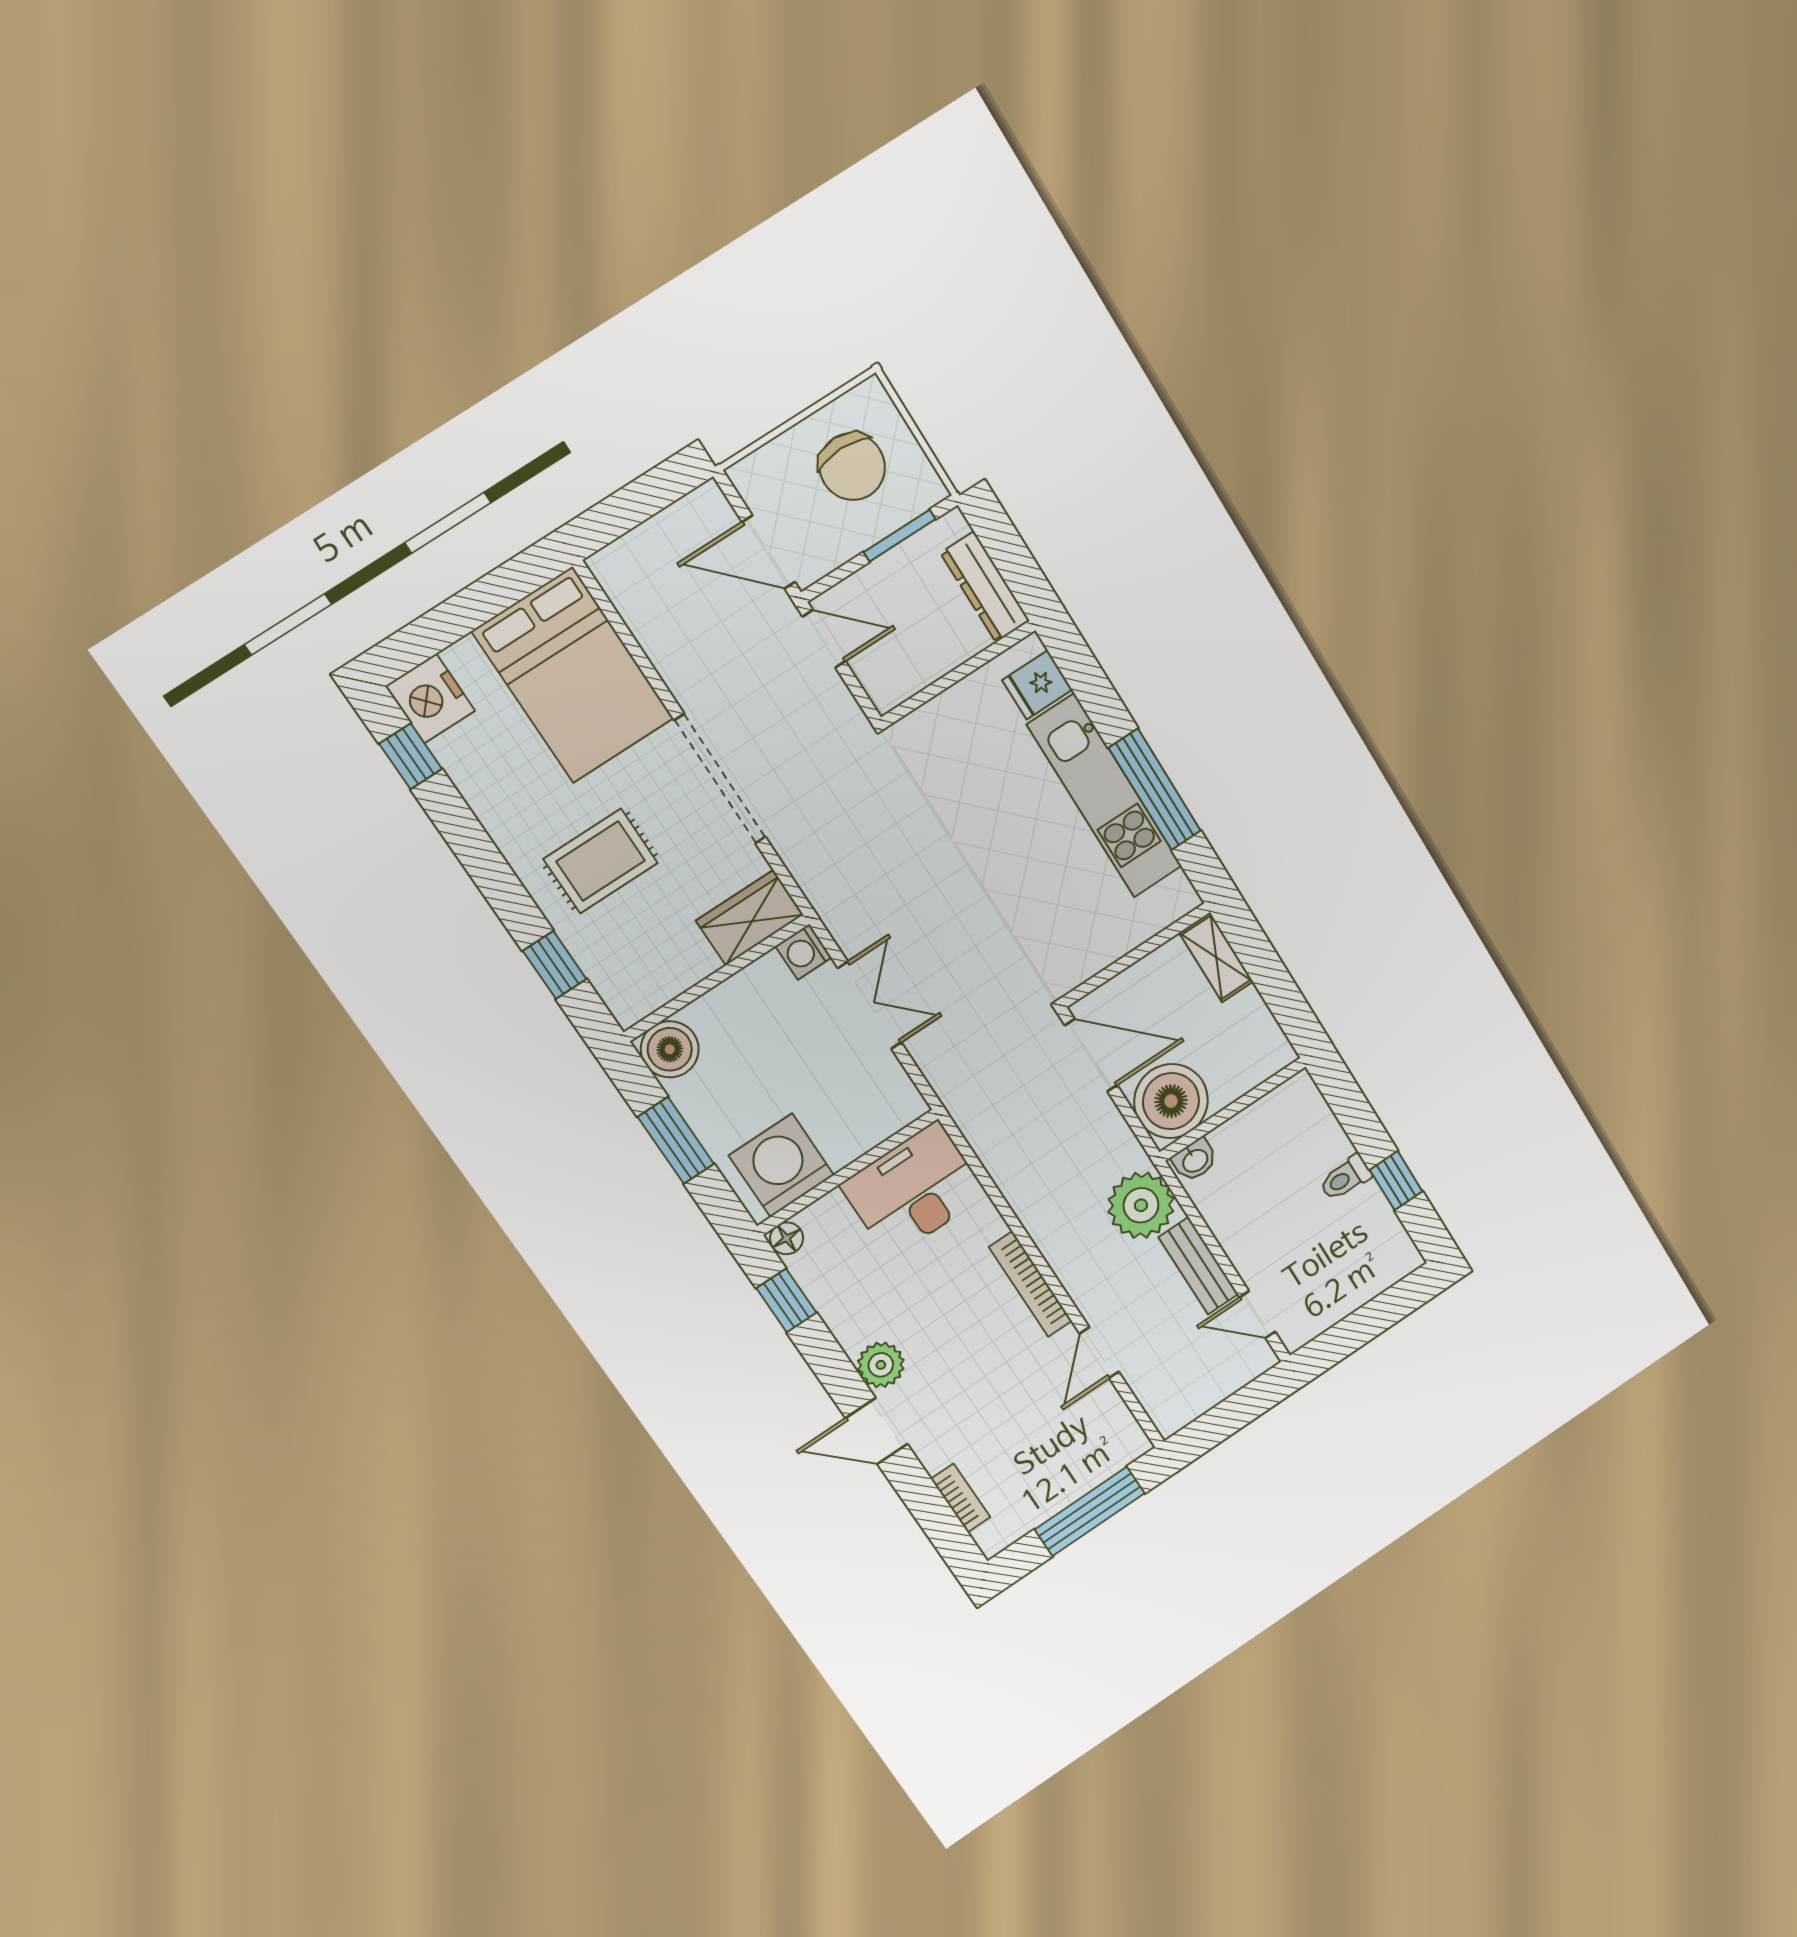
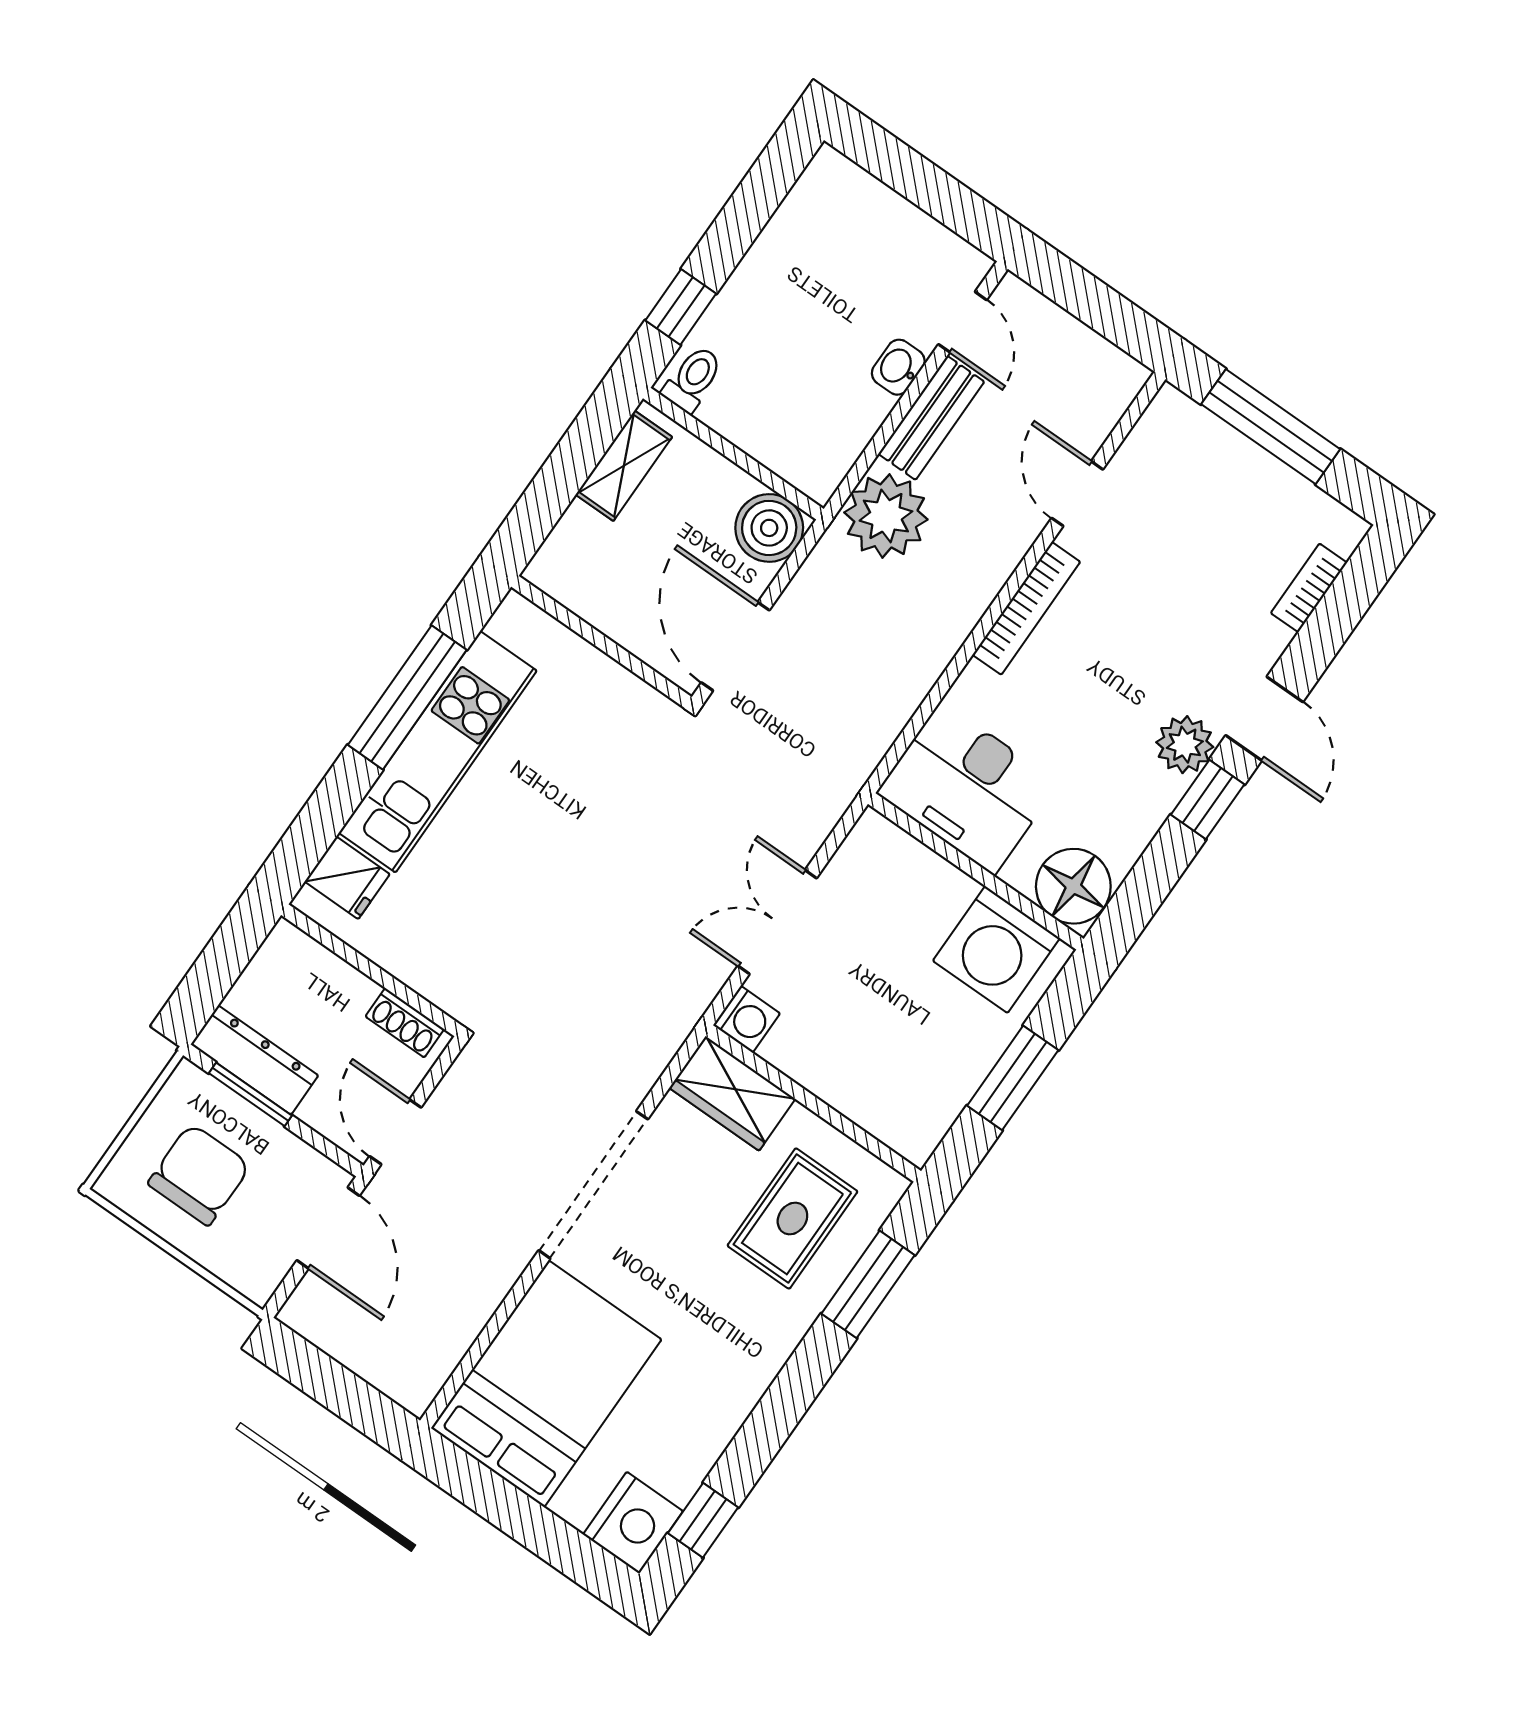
dresser: (985, 587) -> (254, 1060), moved, turned -90
shoe rack: (907, 683) -> (405, 1023), added
rug: (601, 861) -> (792, 1219), moved, turned 90
shelving: (1216, 957) -> (624, 466), moved
window: (555, 965) -> (868, 1284), width x1.50
boiler: (670, 1049) -> (913, 1124), removed
boiler: (1171, 1101) -> (769, 528), width x0.73, depth x0.73
washbasin: (1195, 1160) -> (898, 367), moved, turned -90
toilet: (1345, 1178) -> (693, 379), moved, turned -90
window: (1396, 1181) -> (681, 307), moved
floor lamp: (787, 1238) -> (1073, 886), width x1.89, depth x1.89
window: (786, 1301) -> (1208, 800), moved
door: (1099, 1353) -> (1077, 494), swing flipped

